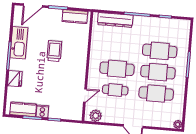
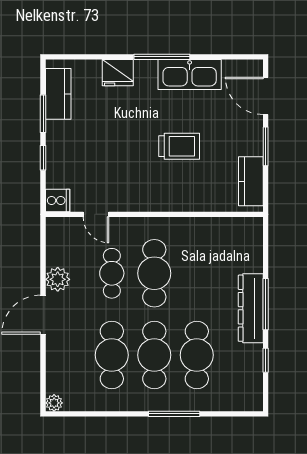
dresser: (115, 20) -> (251, 308), moved
cooker: (42, 111) -> (58, 200), moved
plant: (96, 116) -> (58, 279), moved

